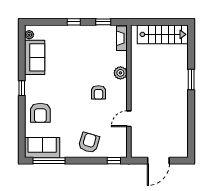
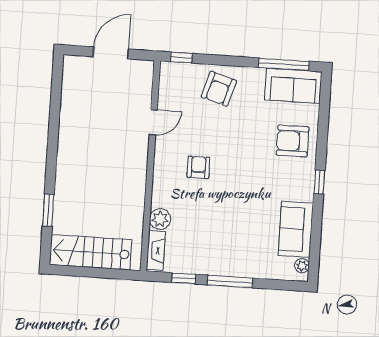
window: (74, 22) -> (230, 281), width x2.17
plant: (120, 73) -> (160, 219), moved
window: (191, 79) -> (48, 210), moved
armchair: (40, 113) -> (293, 141), turned -90

